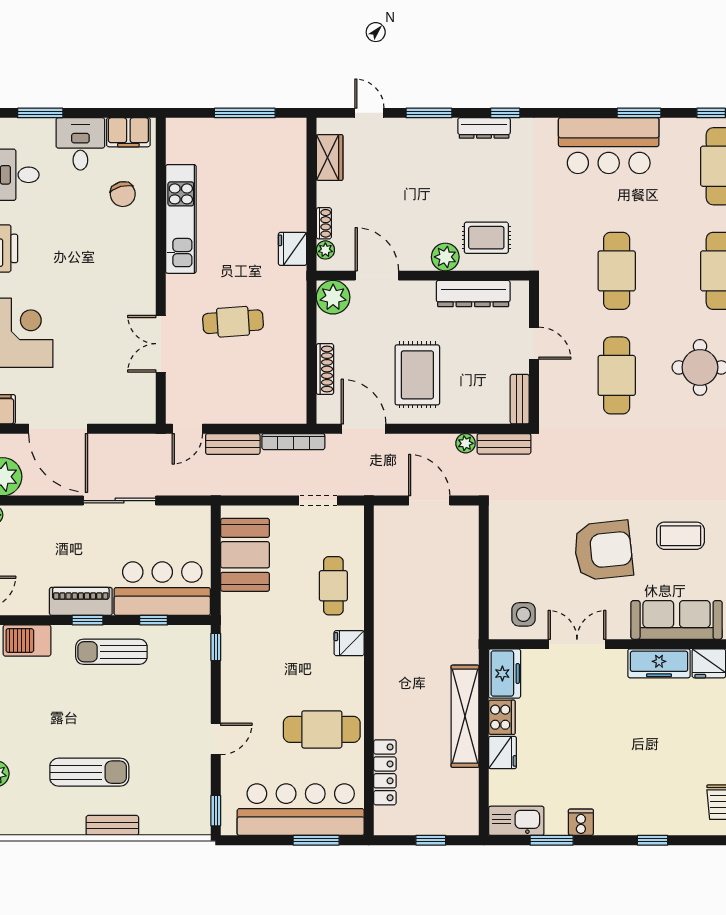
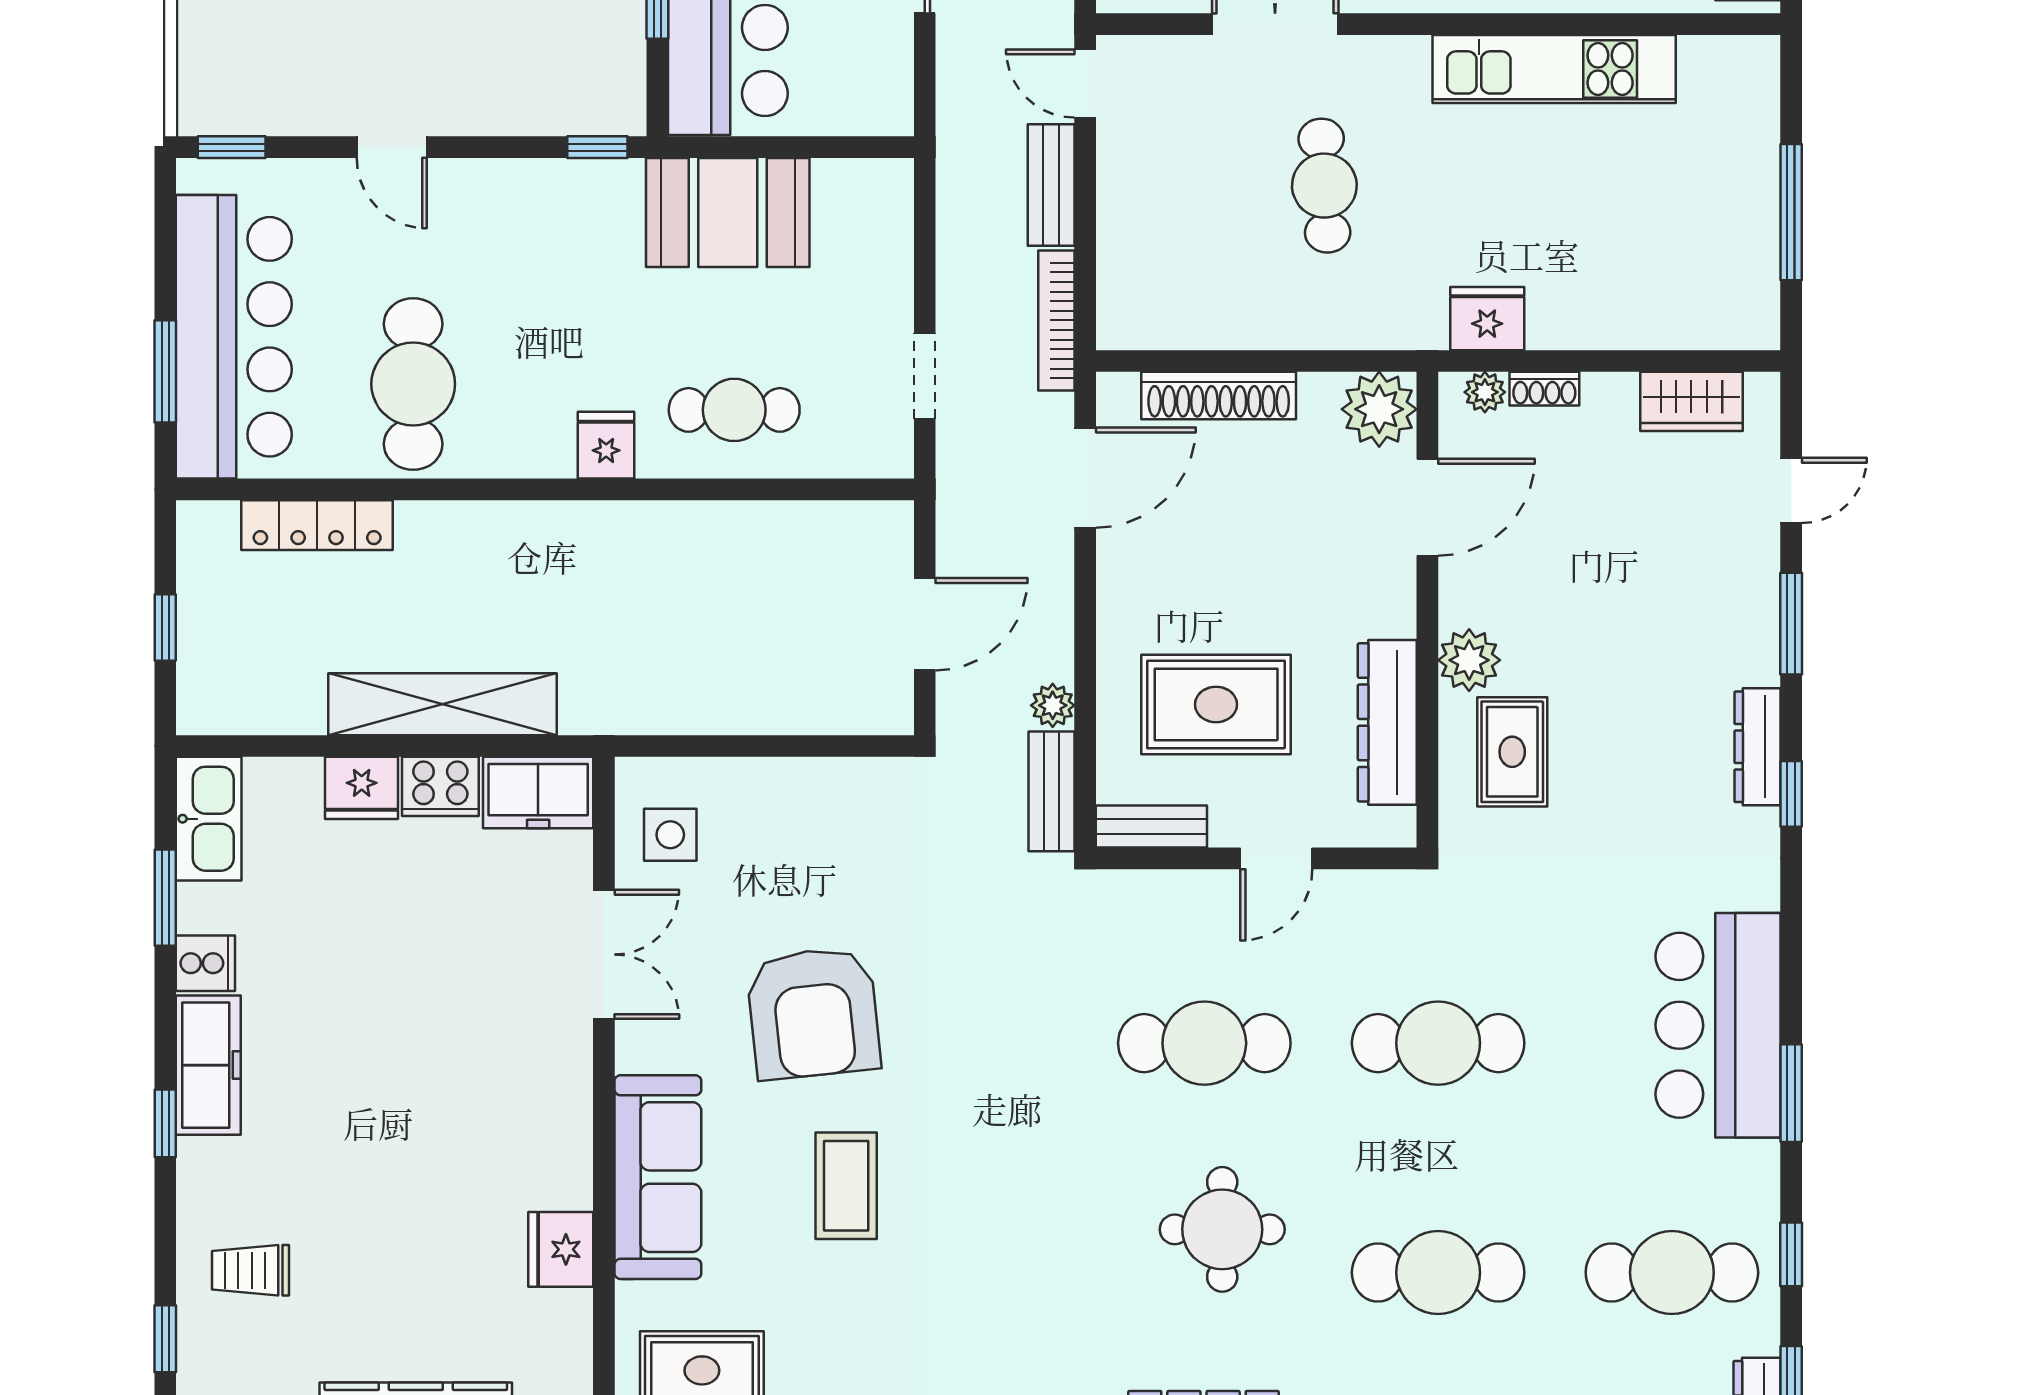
shoe rack: (325, 369) -> (1219, 396), width x1.36, depth x1.24
rug: (417, 375) -> (1216, 704), moved
booth: (245, 555) -> (728, 212), moved
freezer: (659, 663) -> (208, 1065), moved, turned 180

